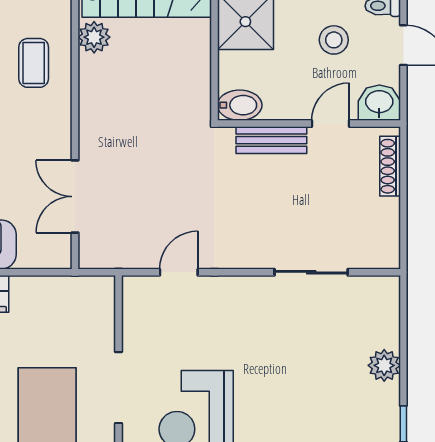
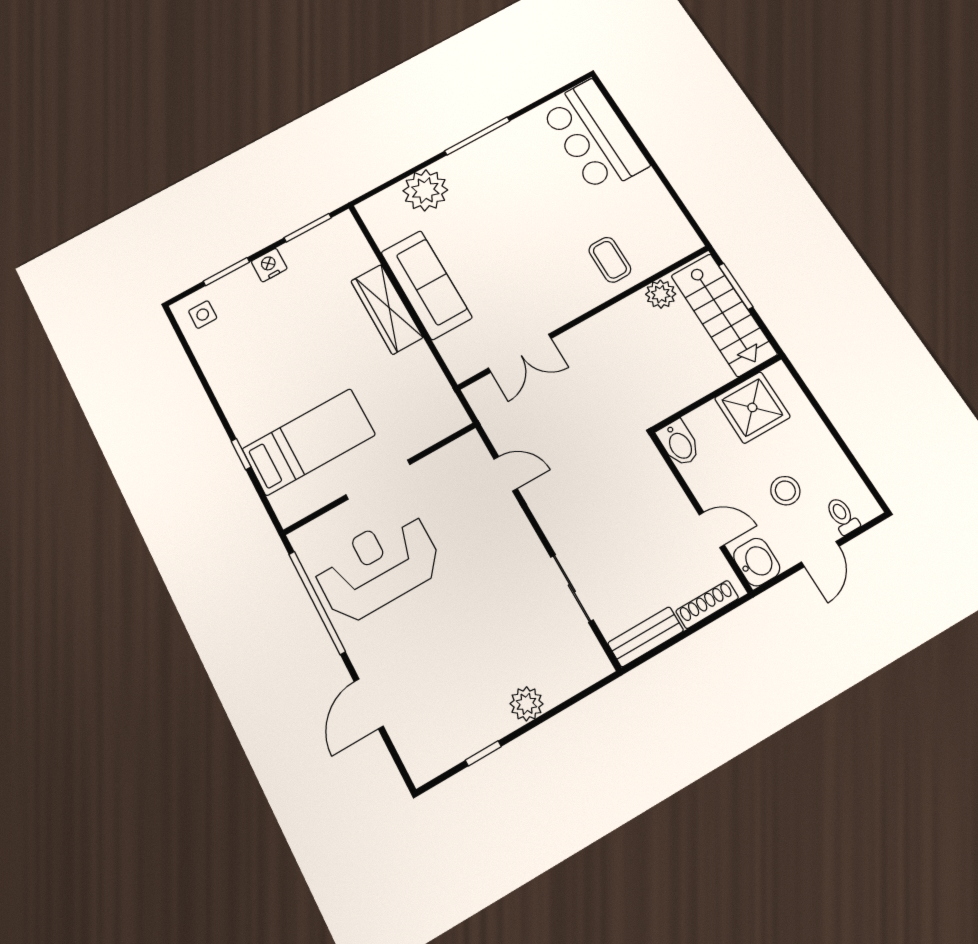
coffee table: (34, 63) -> (610, 260), turned 90
bench: (271, 140) -> (646, 637), moved, turned 90
double door: (75, 197) -> (520, 353), swing flipped

